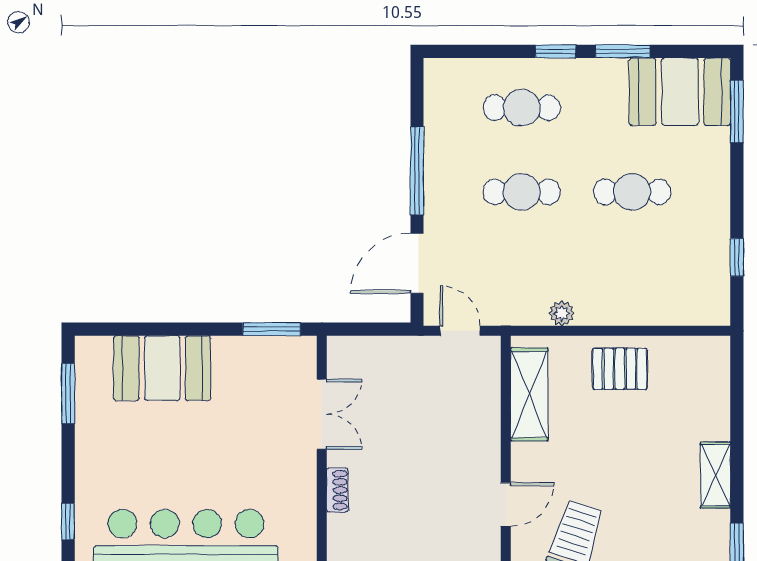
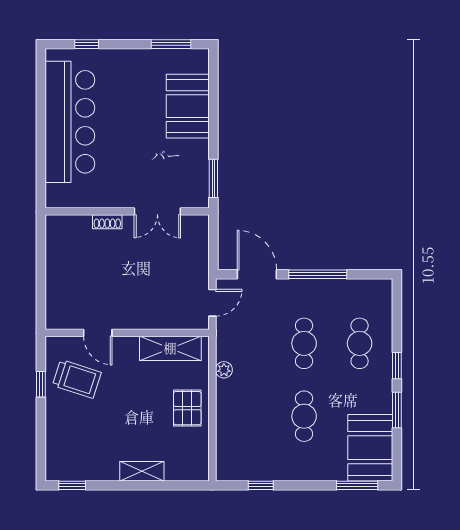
shelving: (715, 475) -> (142, 471), moved

